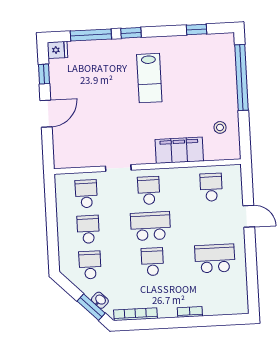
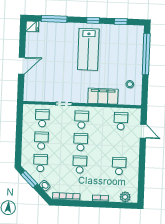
window: (131, 33) -> (93, 20), moved
window: (44, 74) -> (22, 41), removed
lab bench: (149, 78) -> (88, 49), width x1.36, depth x1.39
door: (249, 216) -> (143, 131), moved
school desk: (151, 226) -> (81, 142), width x0.54
school desk: (215, 258) -> (119, 166), width x0.54
plant: (229, 306) -> (125, 197), added
window: (91, 307) -> (29, 179), moved

